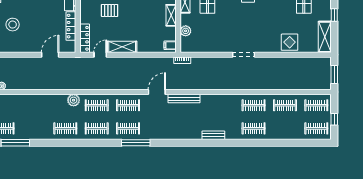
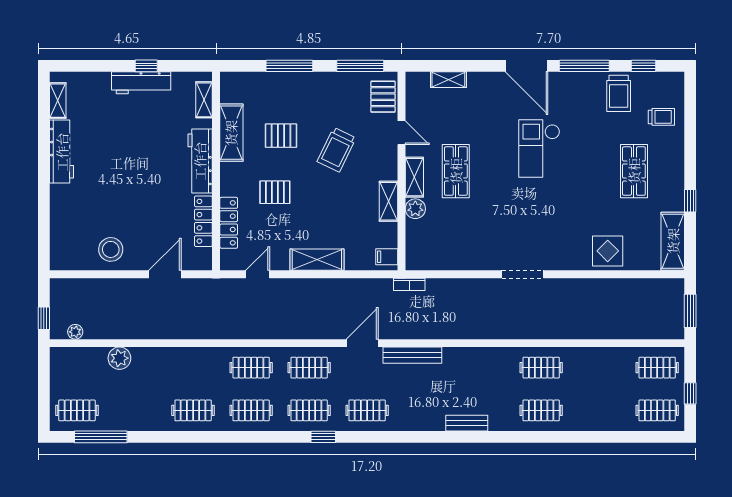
stool: (13, 25) -> (111, 249), moved
plant: (186, 31) -> (415, 209), moved
locker: (85, 38) -> (229, 223), moved
shelving: (122, 47) -> (317, 260), moved
plant: (74, 100) -> (119, 358), moved
clothes rail: (285, 105) -> (367, 410), moved
window: (136, 143) -> (323, 437), width x0.46

